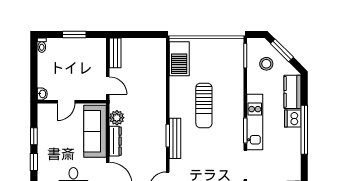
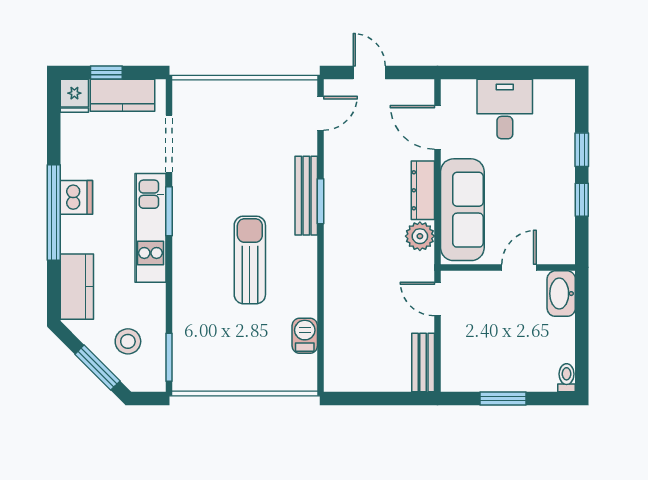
barbecue: (179, 59) -> (305, 336), width x0.53, depth x0.65
washbasin: (42, 94) -> (561, 294), width x1.91, depth x1.45
dishwasher: (293, 118) -> (76, 197), moved

